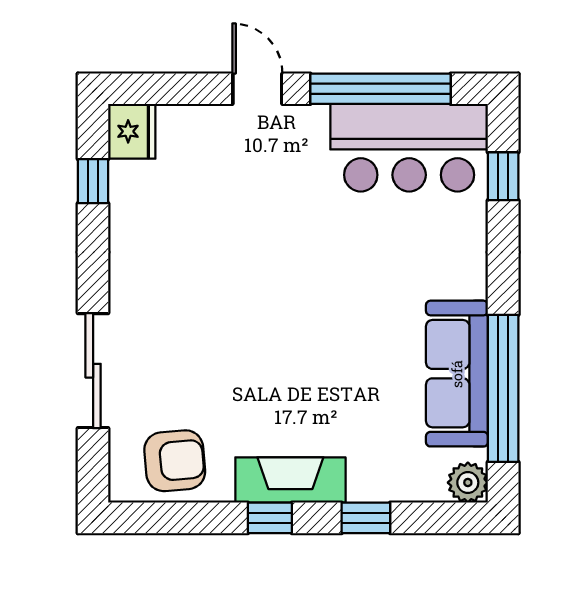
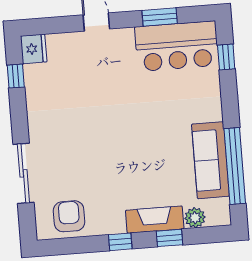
window: (380, 89) -> (160, 17), width x0.47
armchair: (175, 461) -> (69, 216), turned -85
fireplace: (290, 480) -> (155, 220), moved
plant: (468, 483) -> (195, 218), moved

